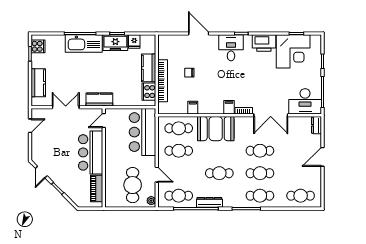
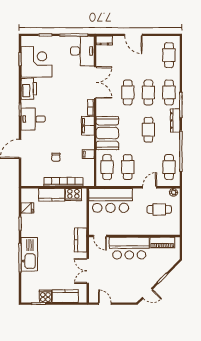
freezer: (115, 43) -> (28, 225), removed
cooker: (38, 46) -> (45, 296), moved
filing cabinet: (229, 107) -> (88, 126), width x2.00
cafe table: (133, 185) -> (159, 209), width x0.73, depth x0.74
dresser: (209, 202) -> (175, 120), moved

